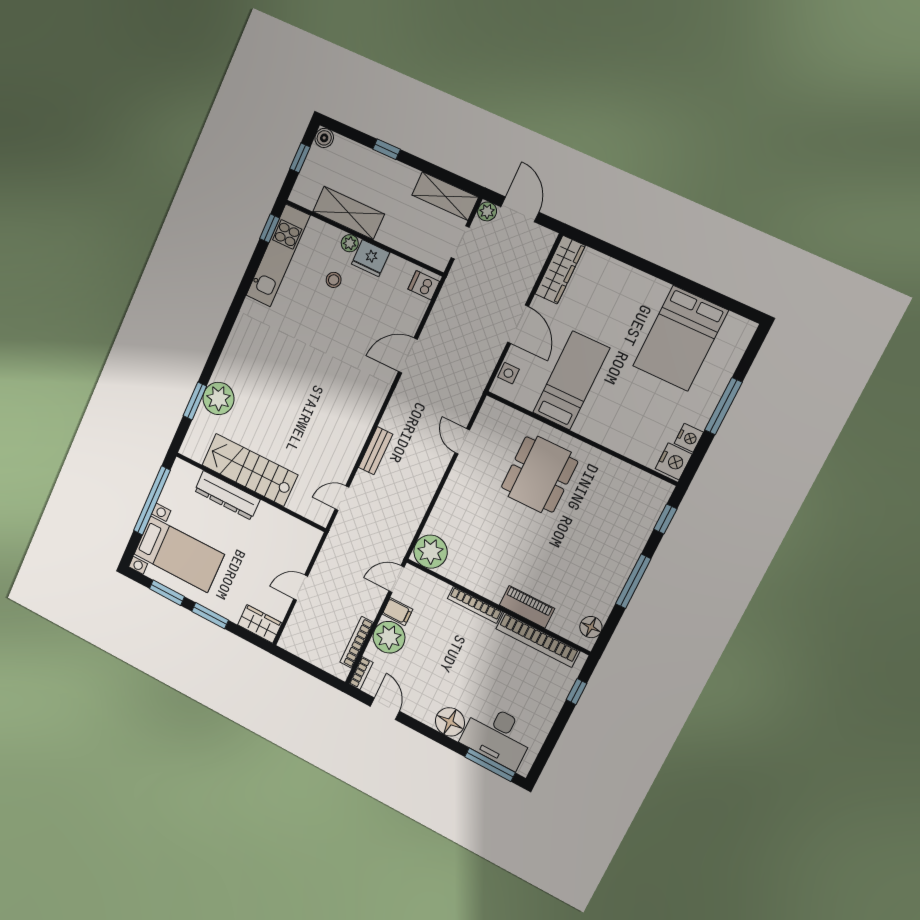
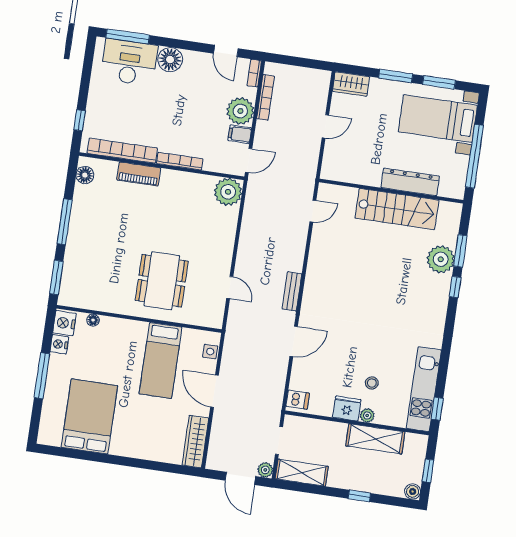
window: (212, 362) -> (455, 287), added
bench: (376, 451) -> (292, 291), moved
floor lamp: (637, 454) -> (93, 320), added
window: (665, 519) -> (56, 277), width x1.50

